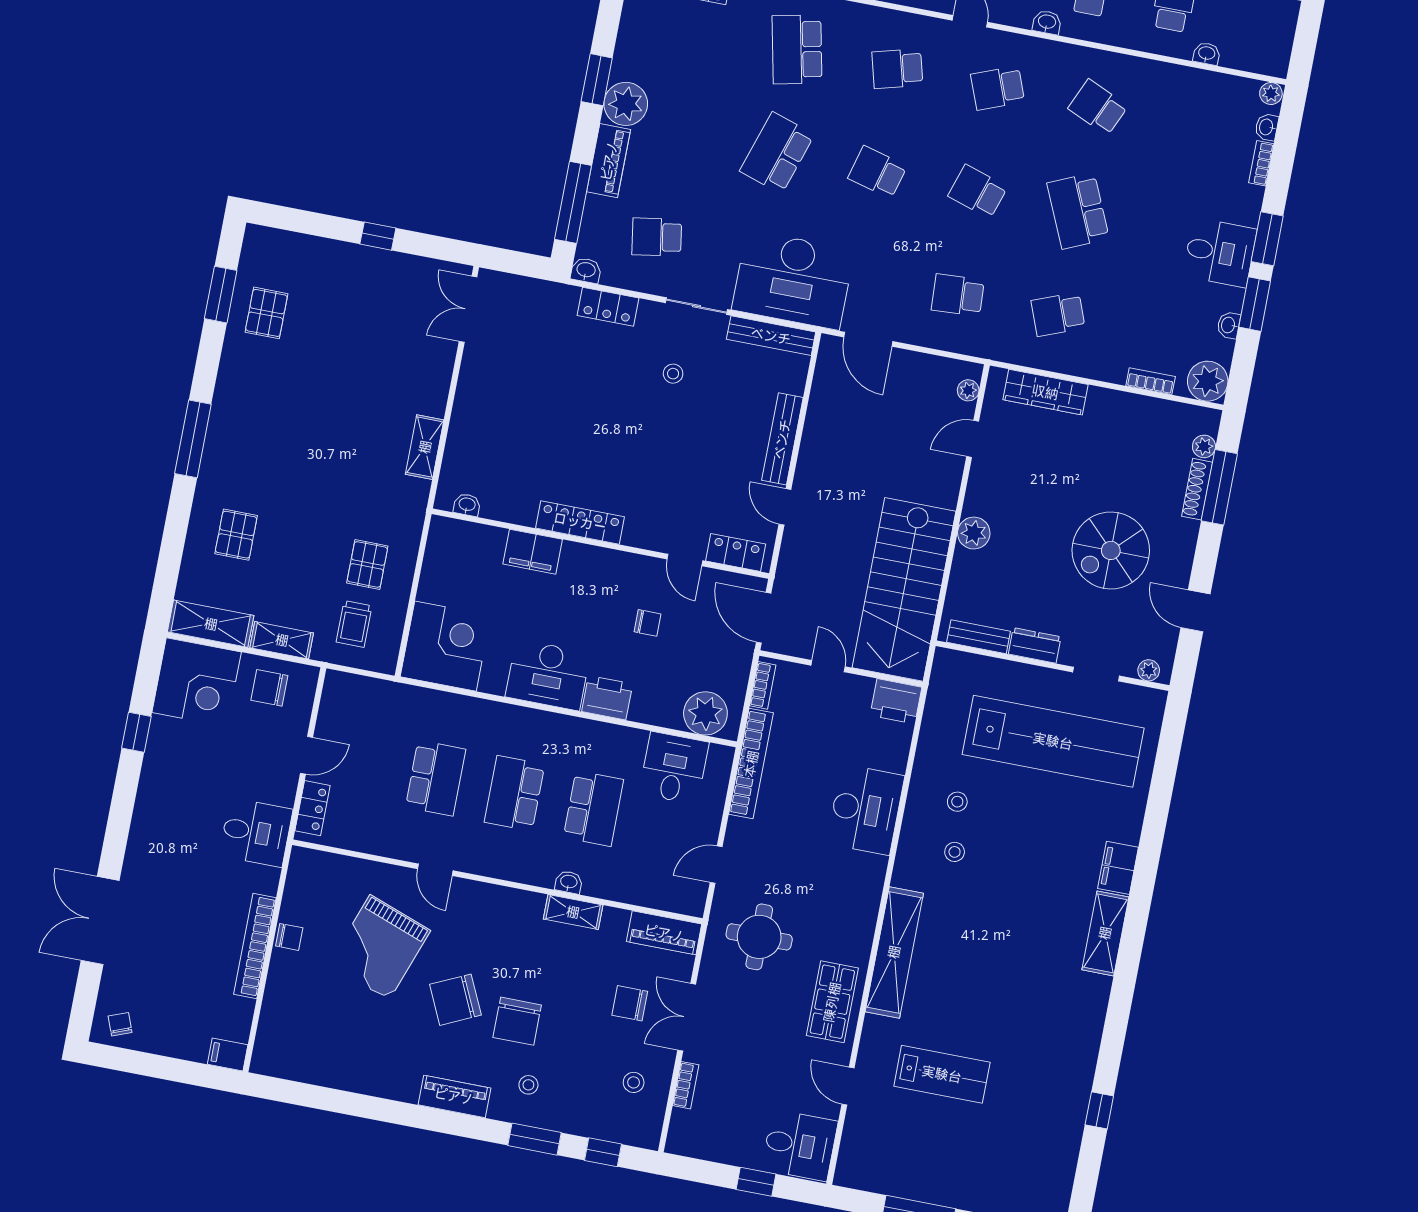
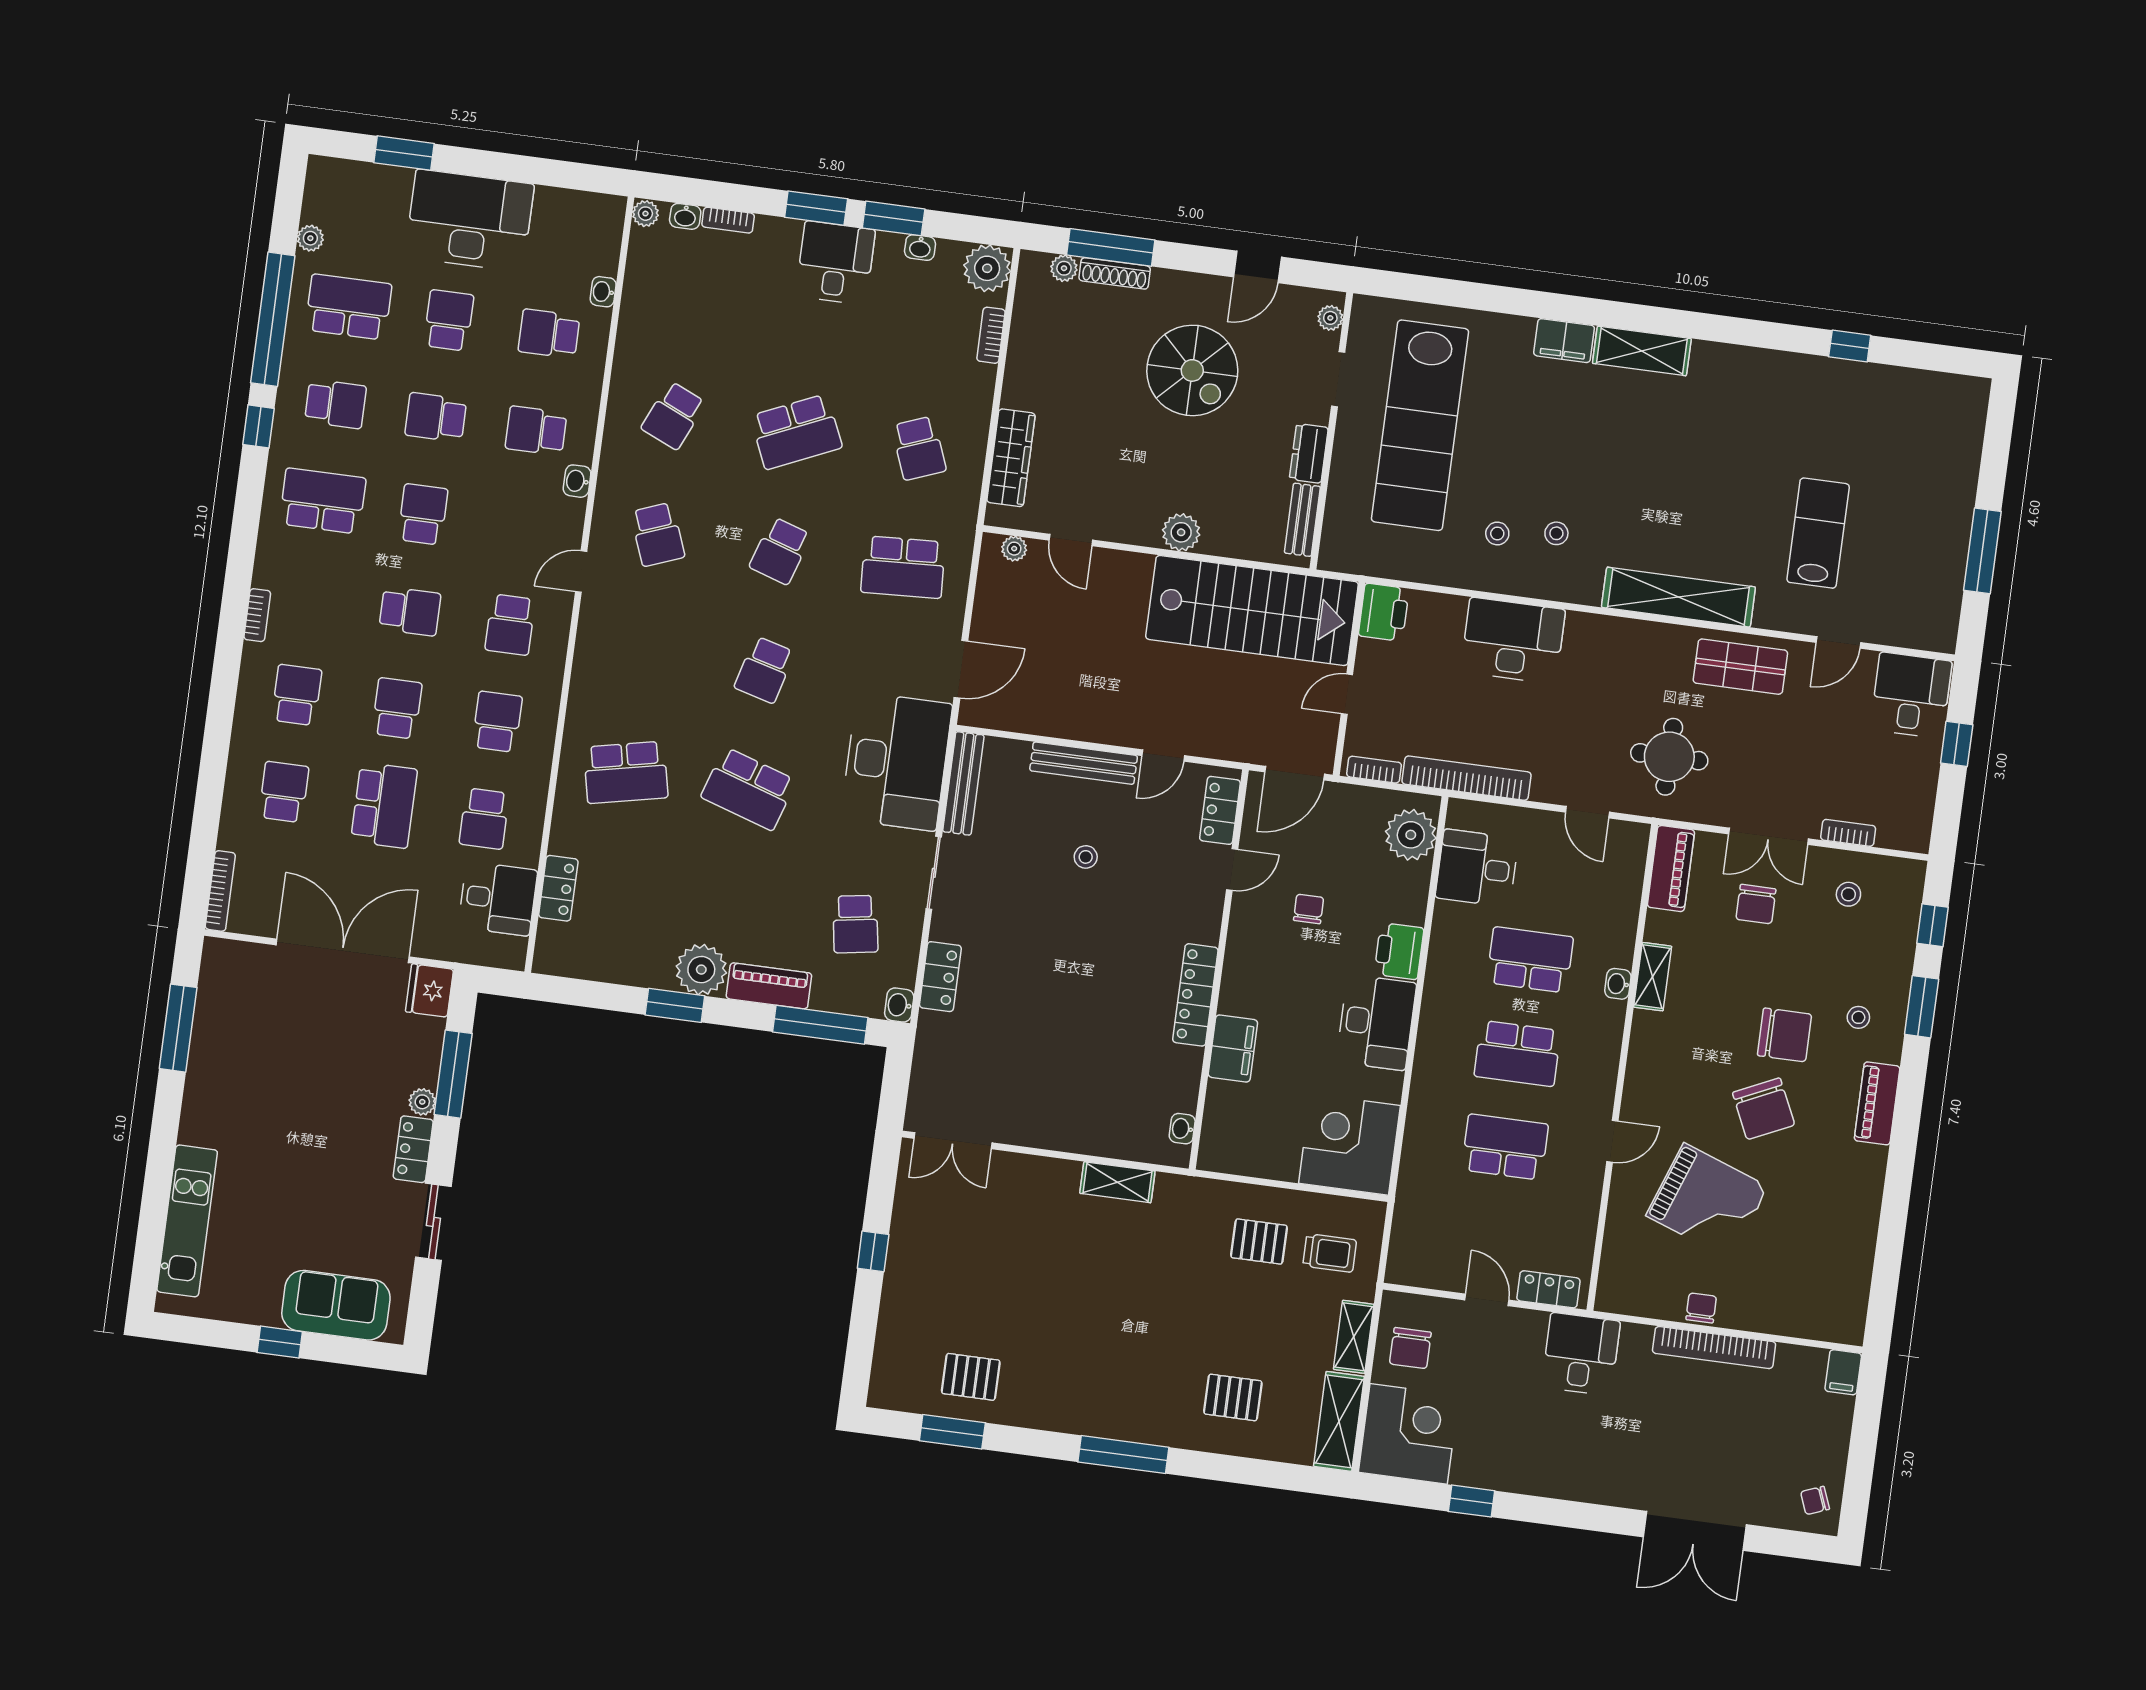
school desk: (897, 69) -> (642, 653), removed
school desk: (958, 295) -> (903, 567), width x1.85
stool: (673, 374) -> (1086, 857), moved
lab bench: (1053, 741) -> (1420, 425), turned 180

